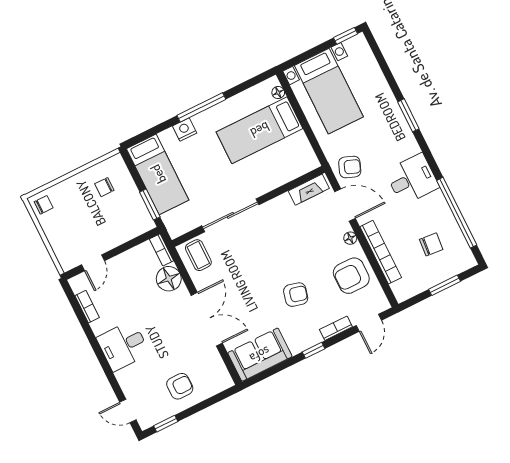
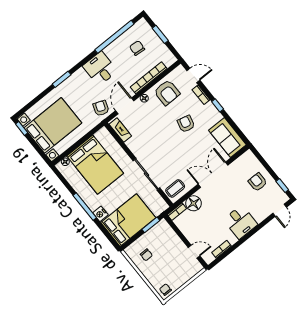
bed with nightstands: (329, 91) -> (53, 125), width x1.36
bed: (260, 130) -> (95, 165), width x1.50
bed: (158, 174) -> (128, 220), width x1.50

